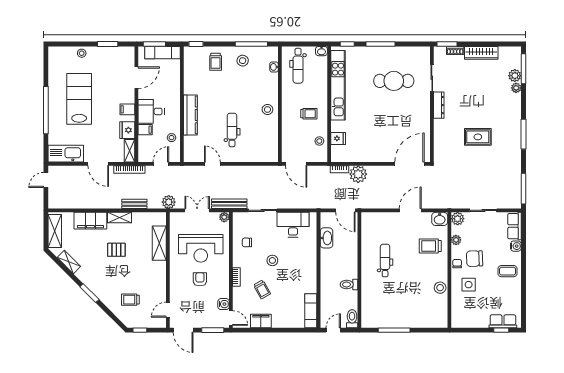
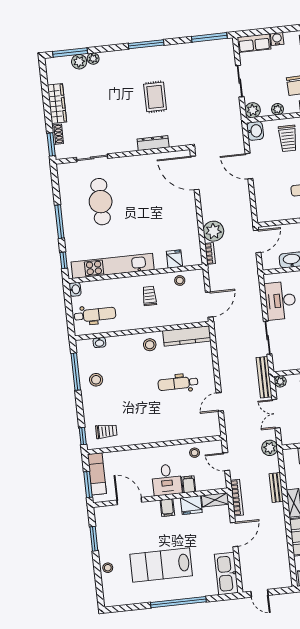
trolley: (216, 62) -> (106, 431), moved
dresser: (439, 105) -> (153, 143), moved
kitchen counter: (190, 115) -> (187, 336), moved, turned 180

